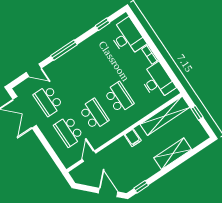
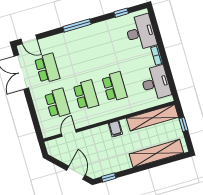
door: (34, 70) -> (29, 39), moved
school desk: (48, 100) -> (47, 68), turned 180
school desk: (69, 131) -> (57, 103), turned 180
shelving: (173, 154) -> (156, 153), width x1.47

